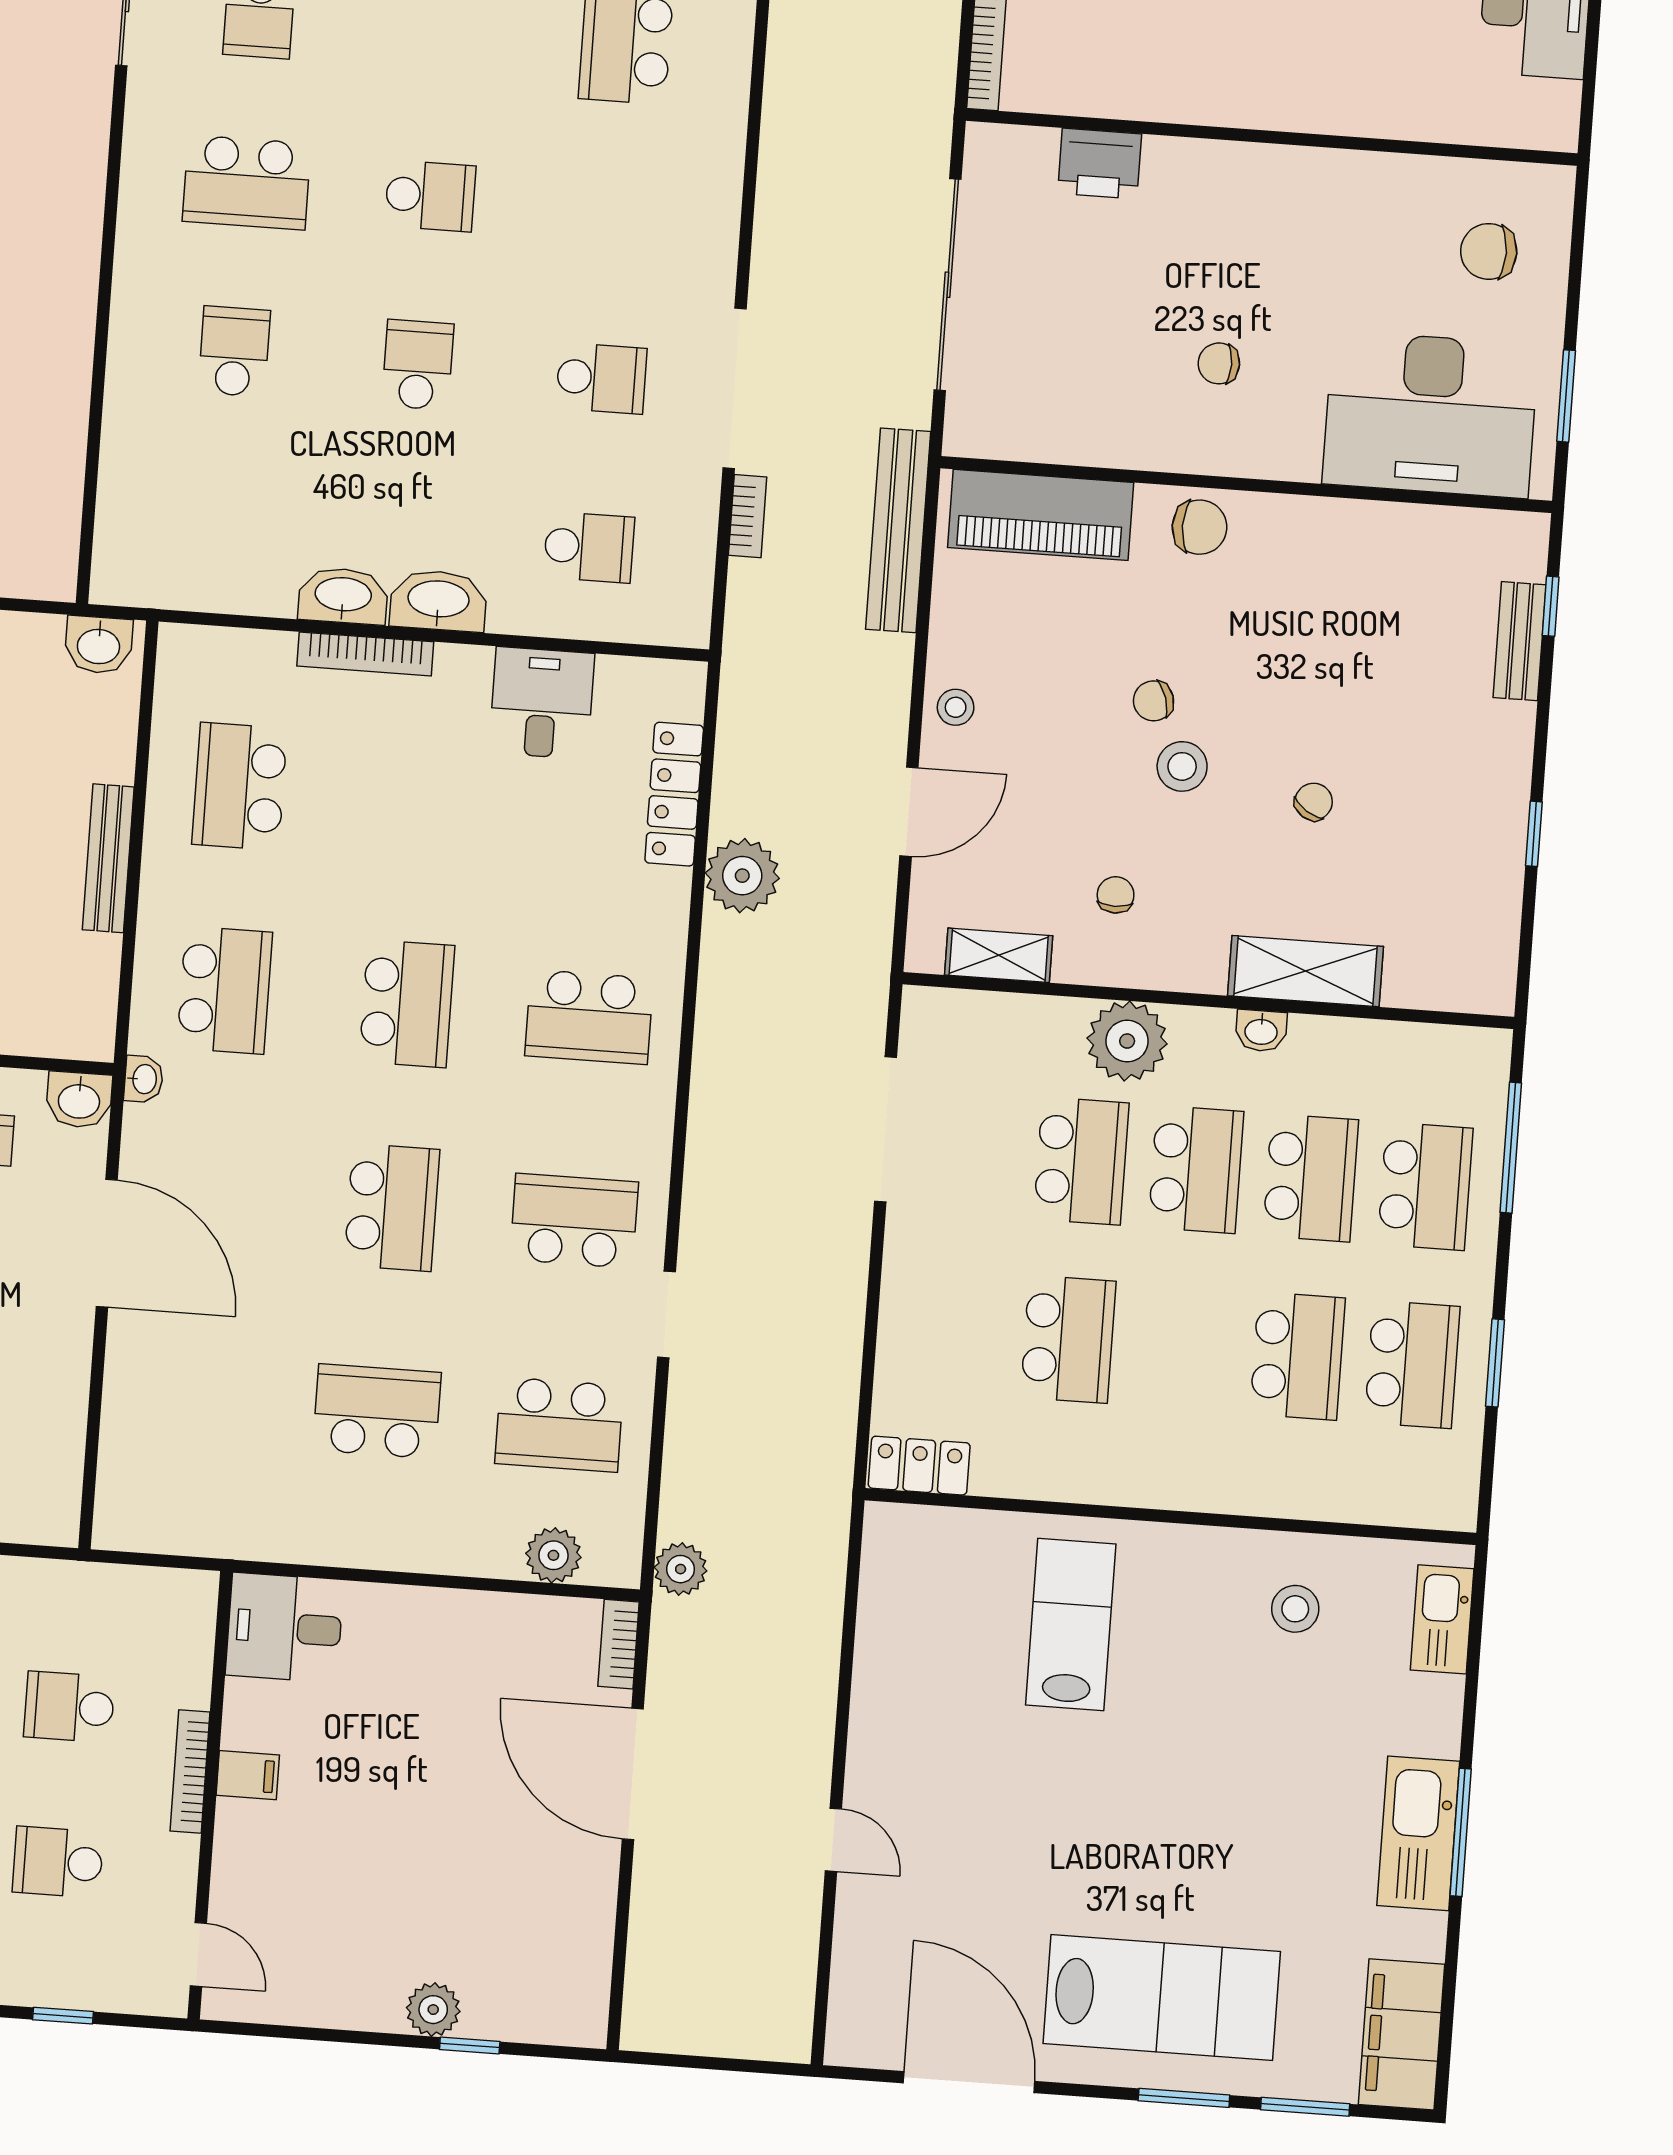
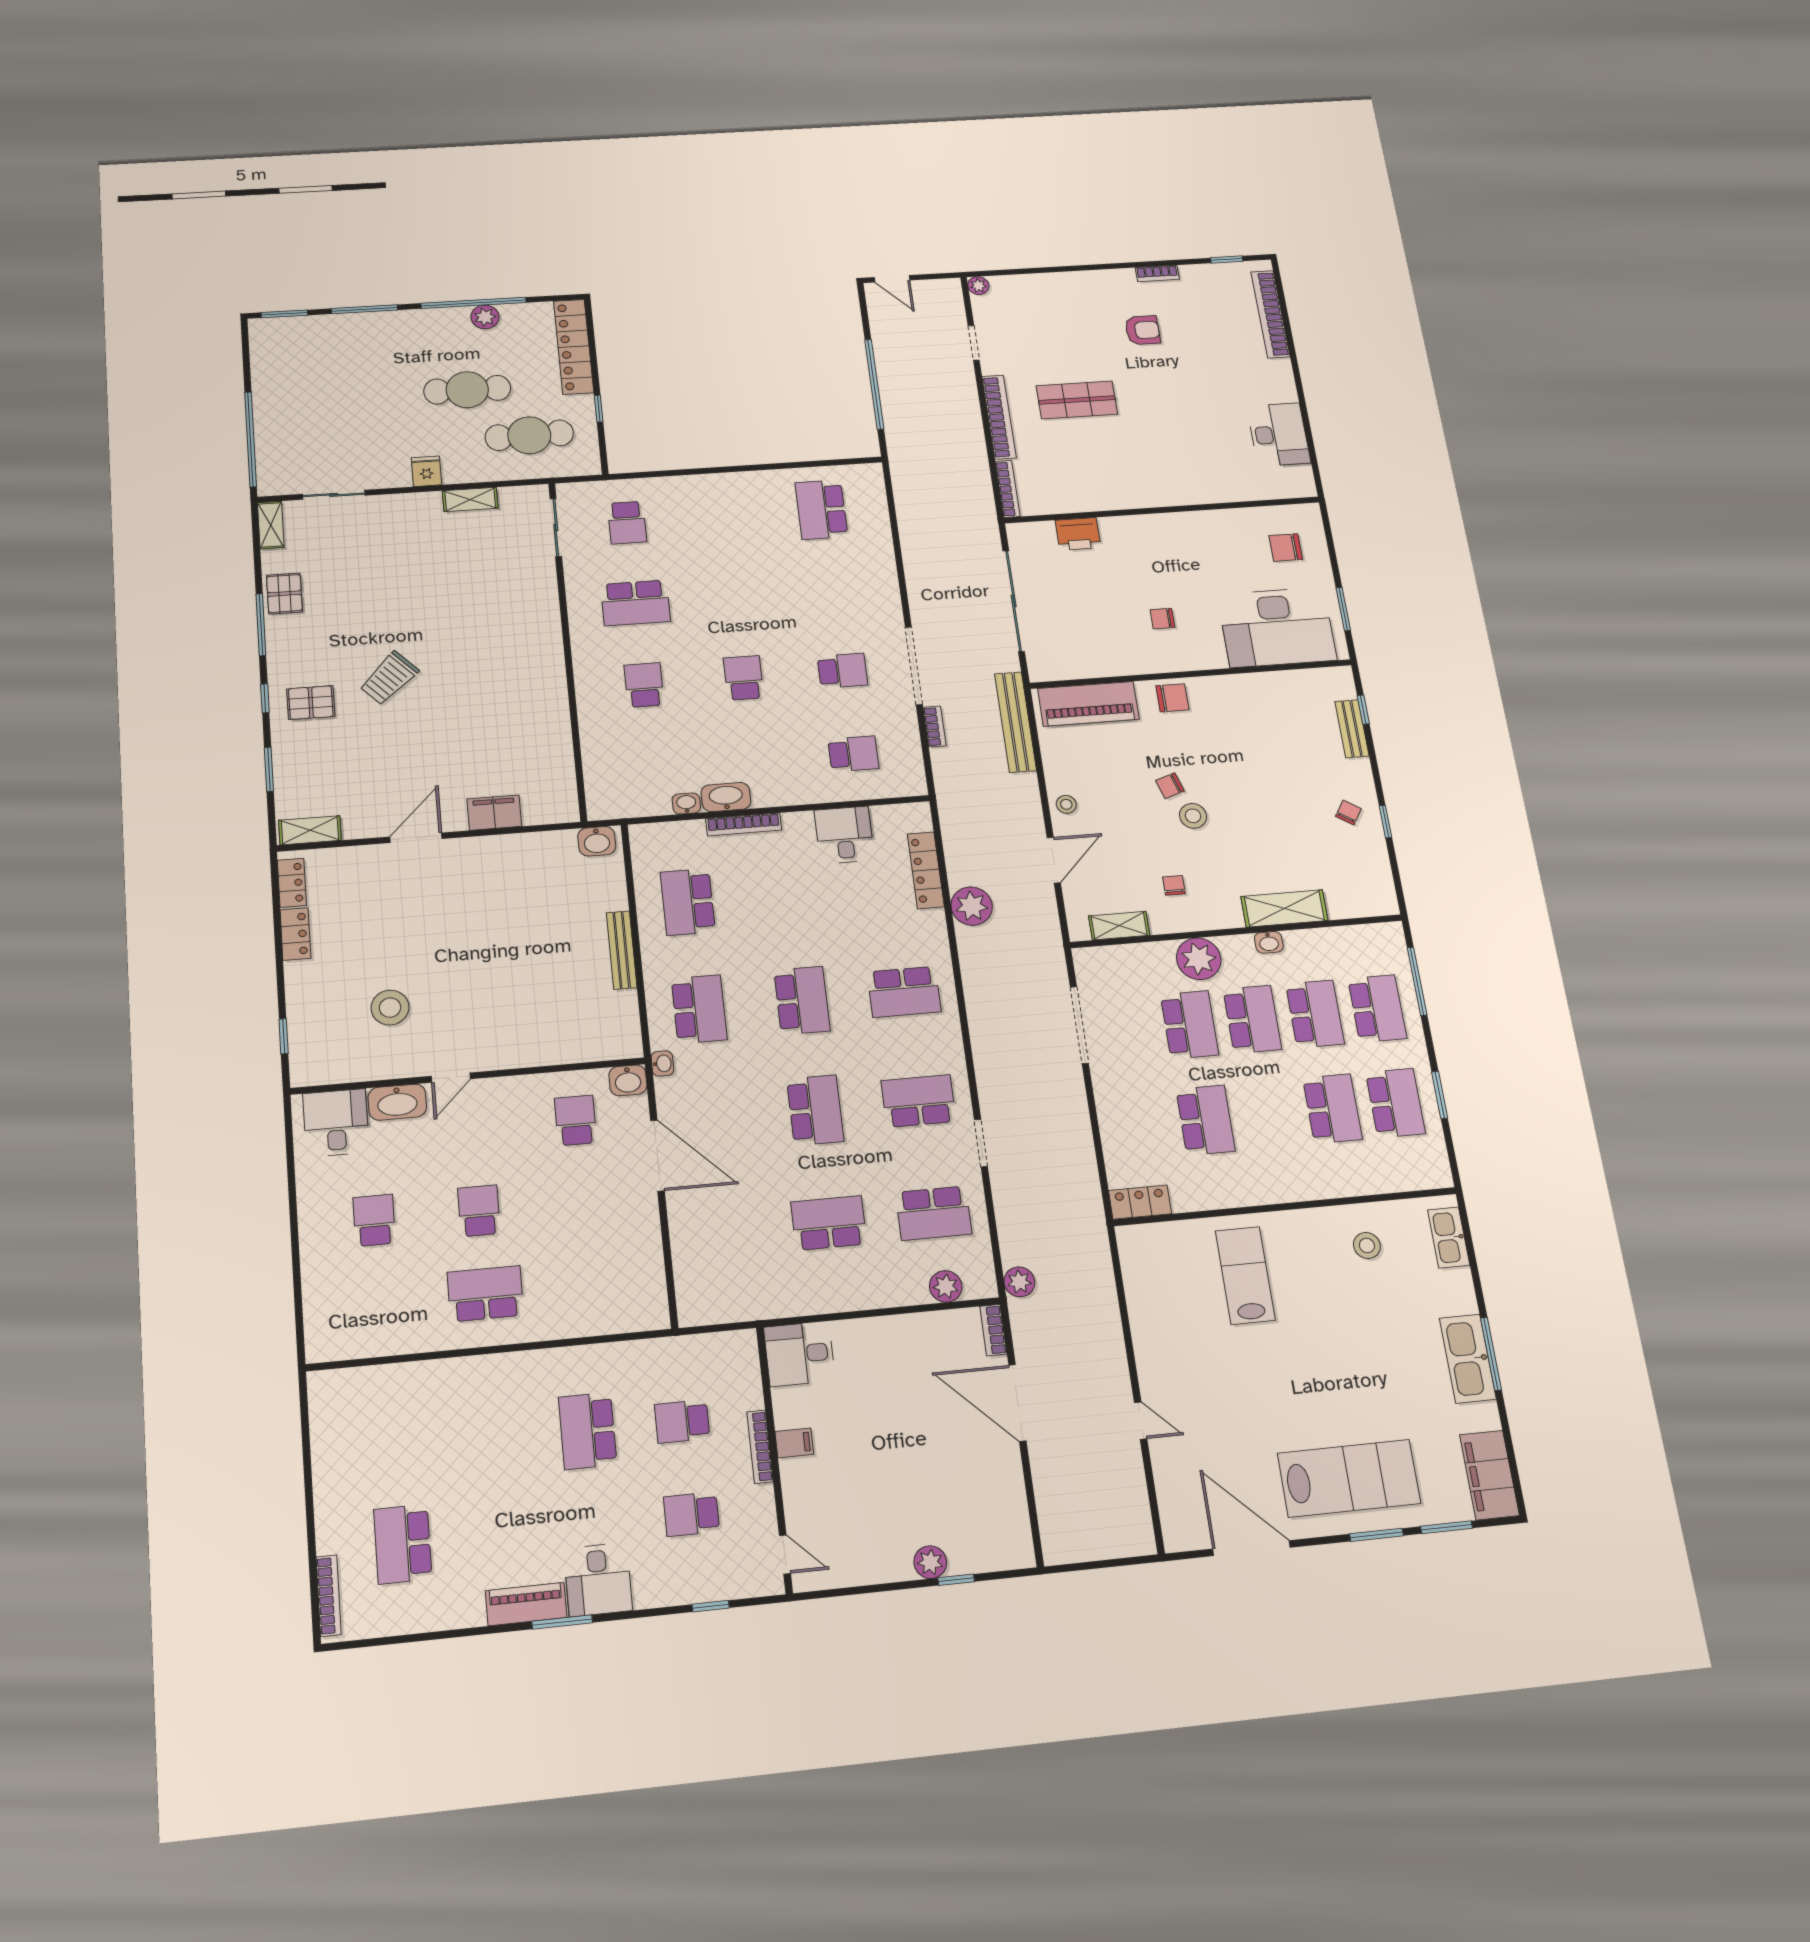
school desk: (430, 196) -> (734, 596), removed
washbasin: (438, 601) -> (686, 804), moved, width x0.52, depth x0.69
chair: (1314, 802) -> (1348, 813), moved

